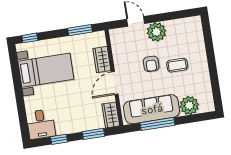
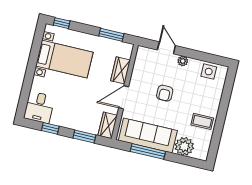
side table: (184, 27) -> (209, 72), added
plant: (156, 32) -> (183, 61), width x0.53, depth x0.53
coffee table: (177, 65) -> (202, 121), moved

